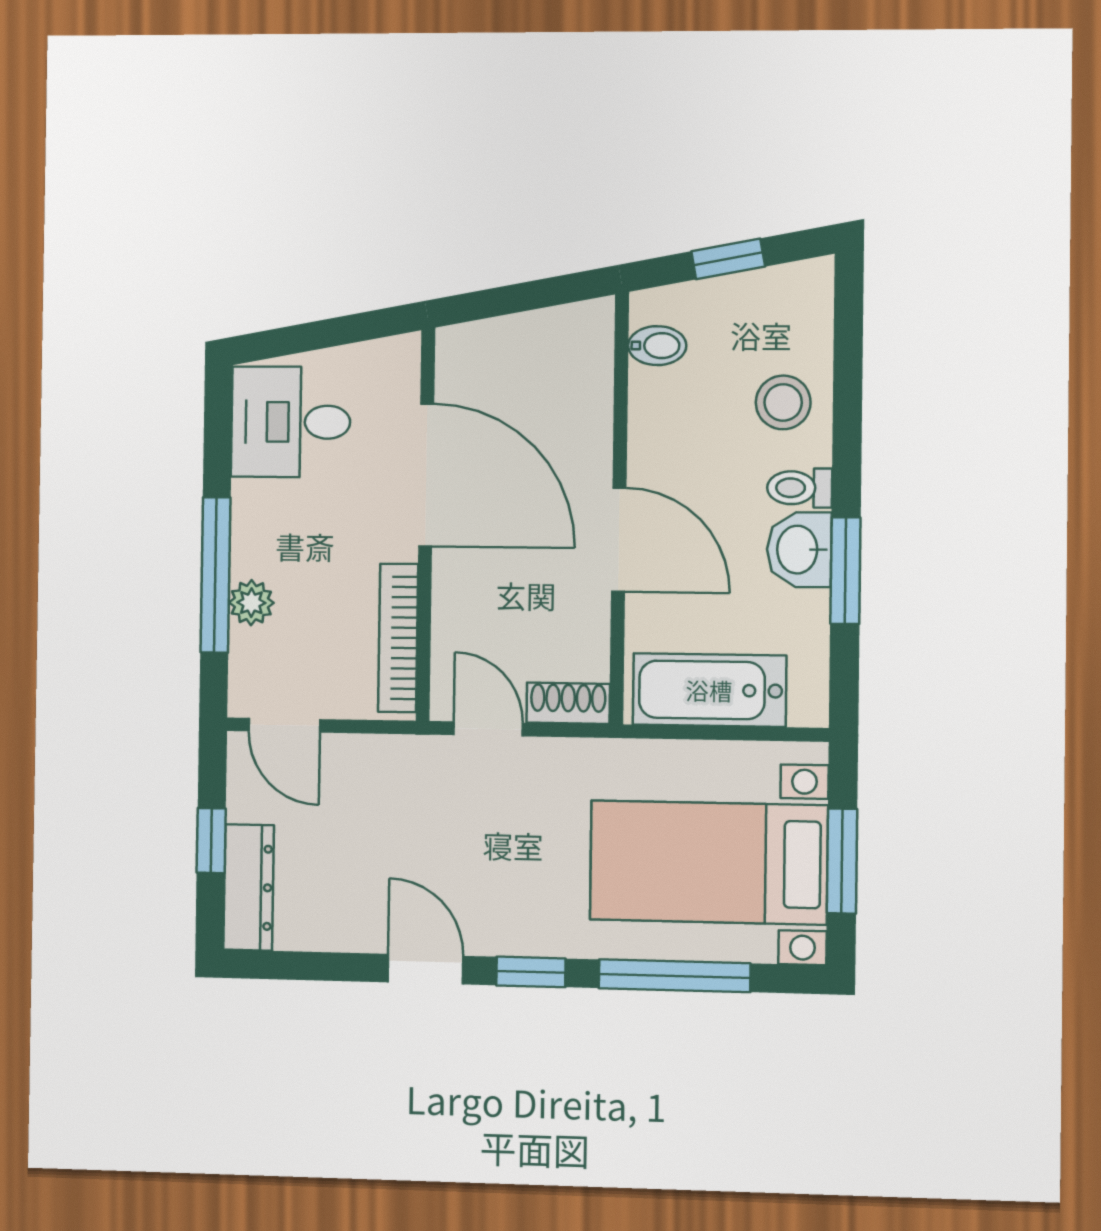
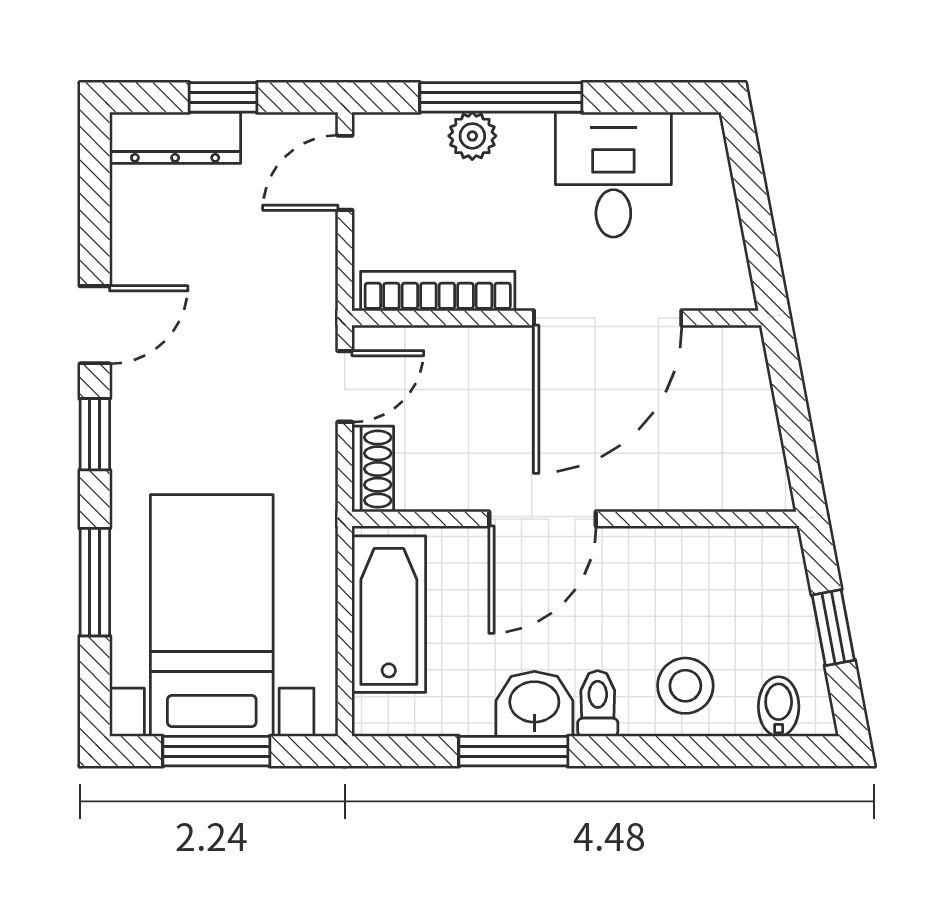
bidet: (657, 346) -> (779, 707), moved, turned 180
desk: (291, 422) -> (613, 175), moved
window: (674, 976) -> (95, 582), width x0.69

